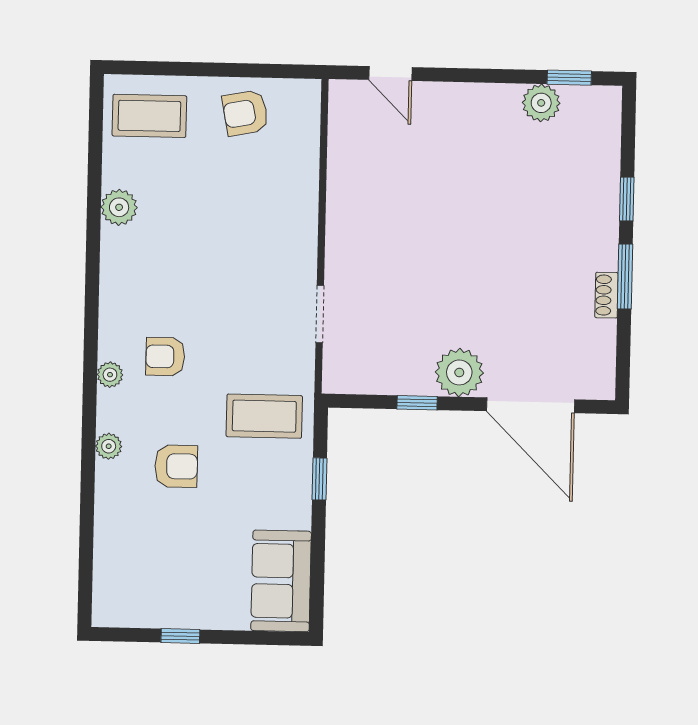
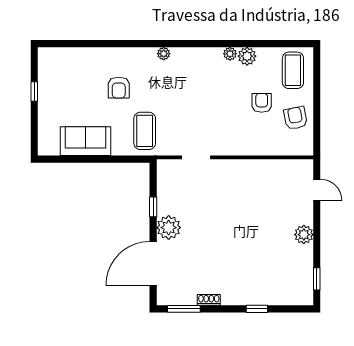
door: (390, 74) -> (317, 190), swing flipped
plant: (541, 103) -> (304, 235), moved
window: (625, 276) -> (184, 309), moved
armchair: (165, 357) -> (262, 103), moved
plant: (109, 446) -> (230, 54), moved
window: (319, 479) -> (114, 159), removed
sofa: (281, 581) -> (85, 141), moved

